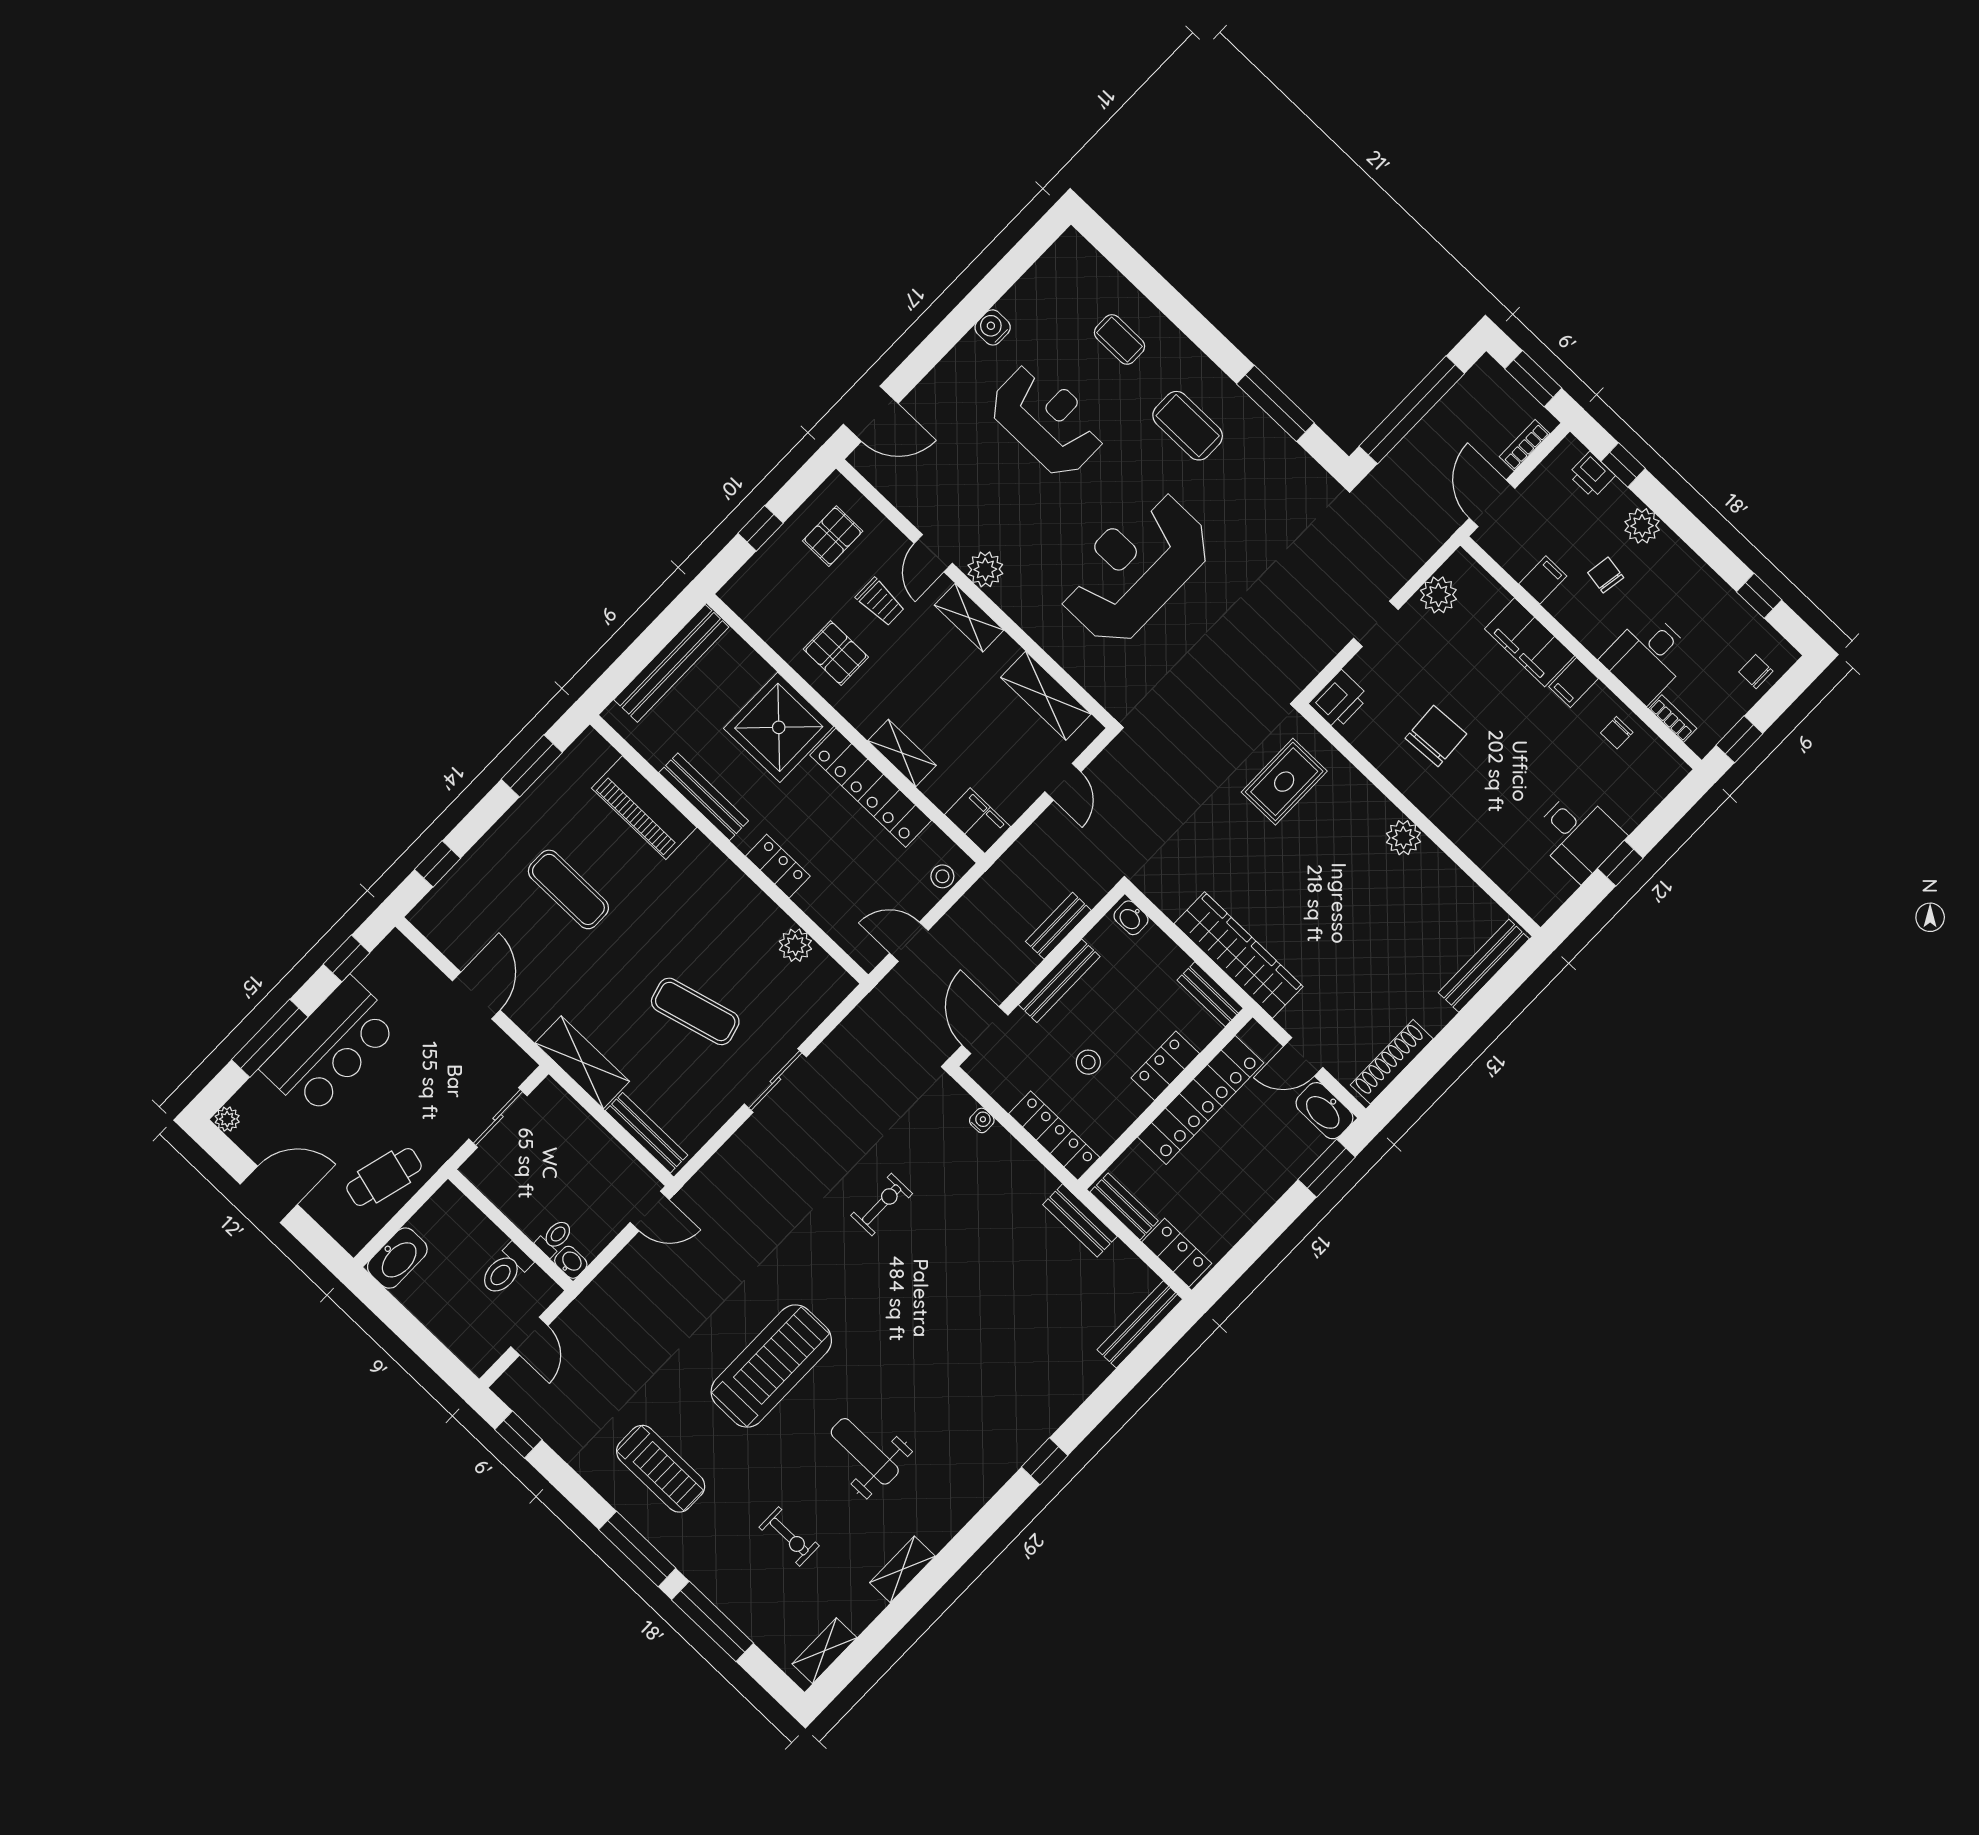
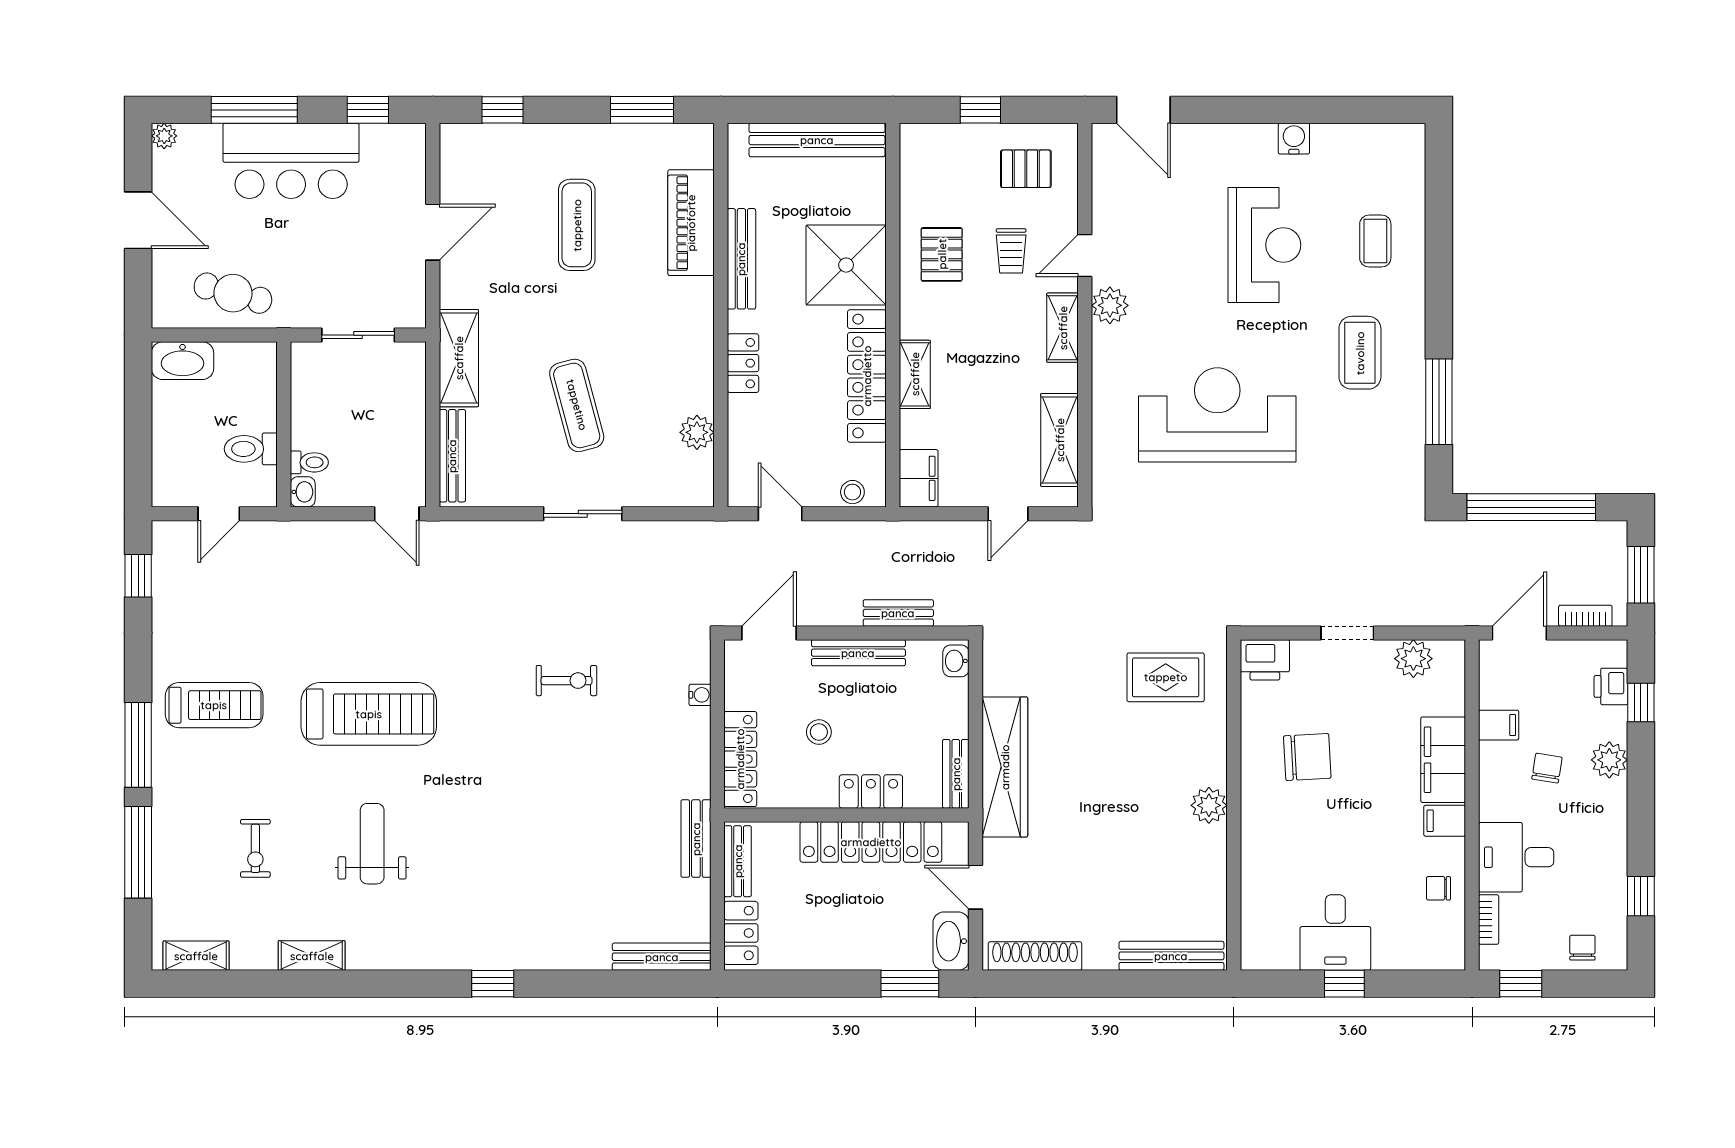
treadmill: (661, 1469) -> (214, 705), turned -90

